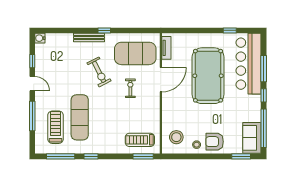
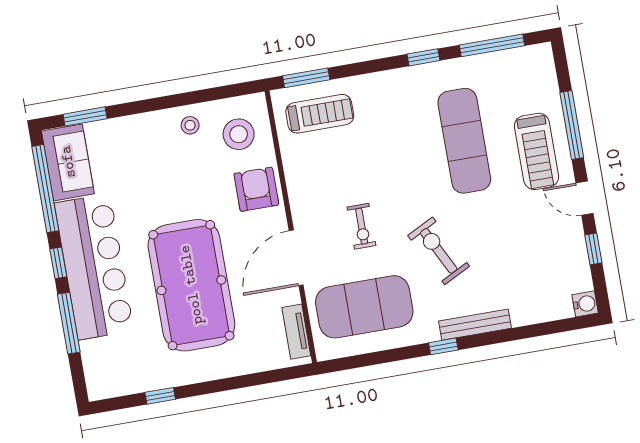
bar counter: (249, 64) -> (94, 267), moved
treadmill: (56, 127) -> (537, 151), moved
armchair: (215, 142) -> (256, 189), moved, turned -90

